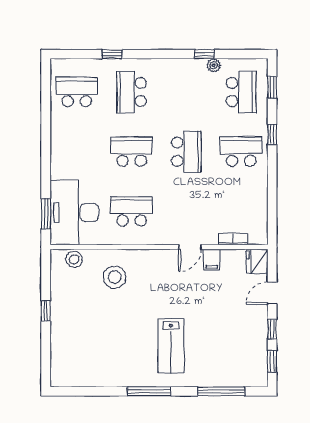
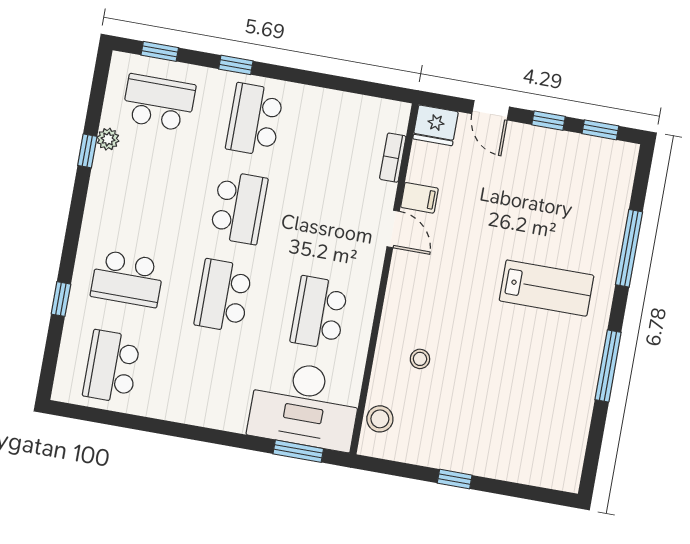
school desk: (186, 152) -> (239, 208), turned 90
stool: (115, 277) -> (420, 359), width x0.53, depth x0.53
window: (149, 391) -> (608, 366), moved
window: (221, 391) -> (629, 248), moved

